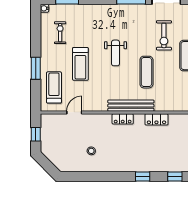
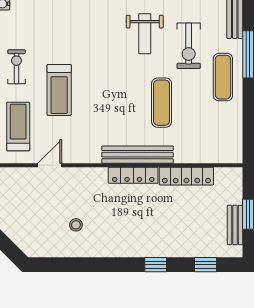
exercise bike: (60, 33) -> (16, 67), moved
weight bench: (115, 53) -> (145, 34), moved
locker: (123, 119) -> (133, 175), width x1.53
locker: (156, 119) -> (186, 176), width x1.53

